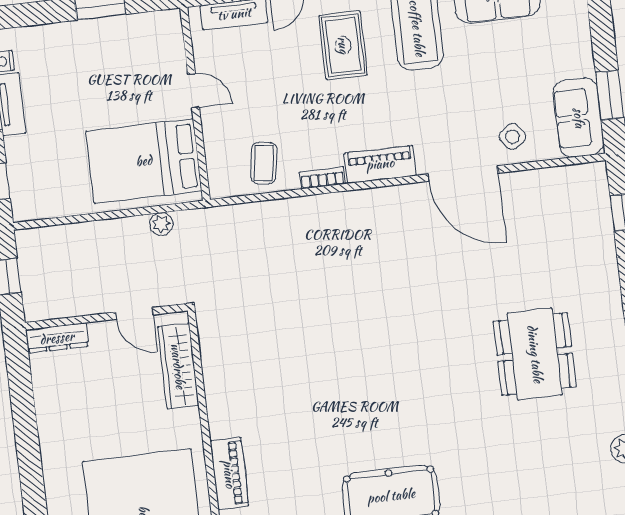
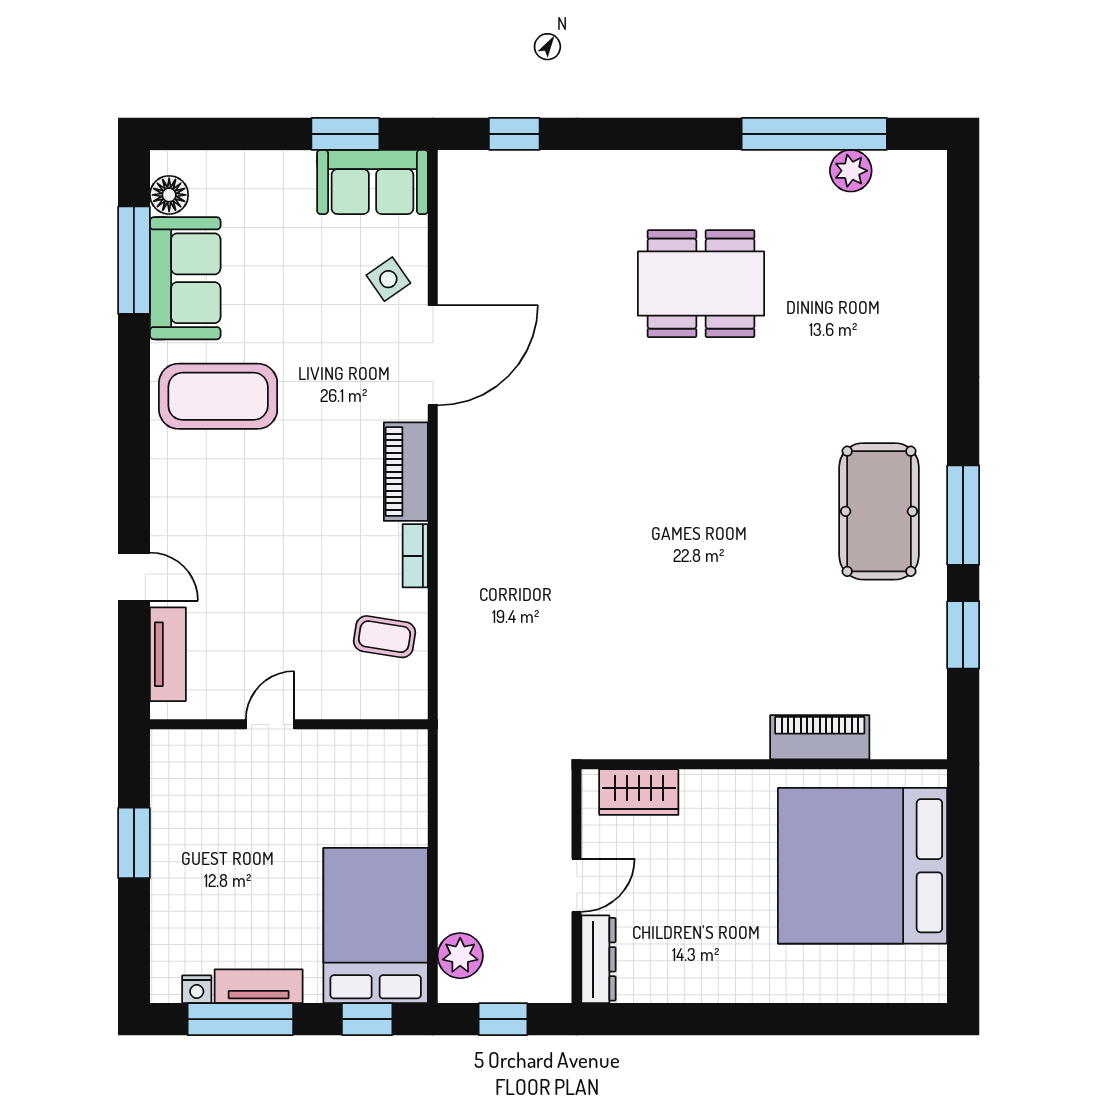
rug: (343, 45) -> (231, 504), removed
bed: (144, 161) -> (376, 926), moved, turned 180
plant: (161, 224) -> (460, 956), moved, width x1.38, depth x1.38
door: (134, 313) -> (577, 885), moved
wardrobe: (178, 366) -> (639, 792), width x0.67

